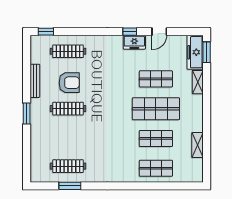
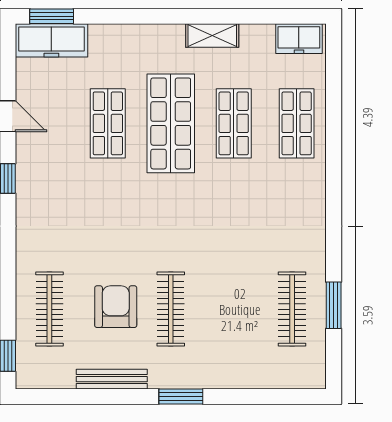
freezer: (134, 42) -> (299, 39), moved, turned 90
shelving: (198, 82) -> (115, 35), removed
shelving: (197, 145) -> (212, 36), moved

